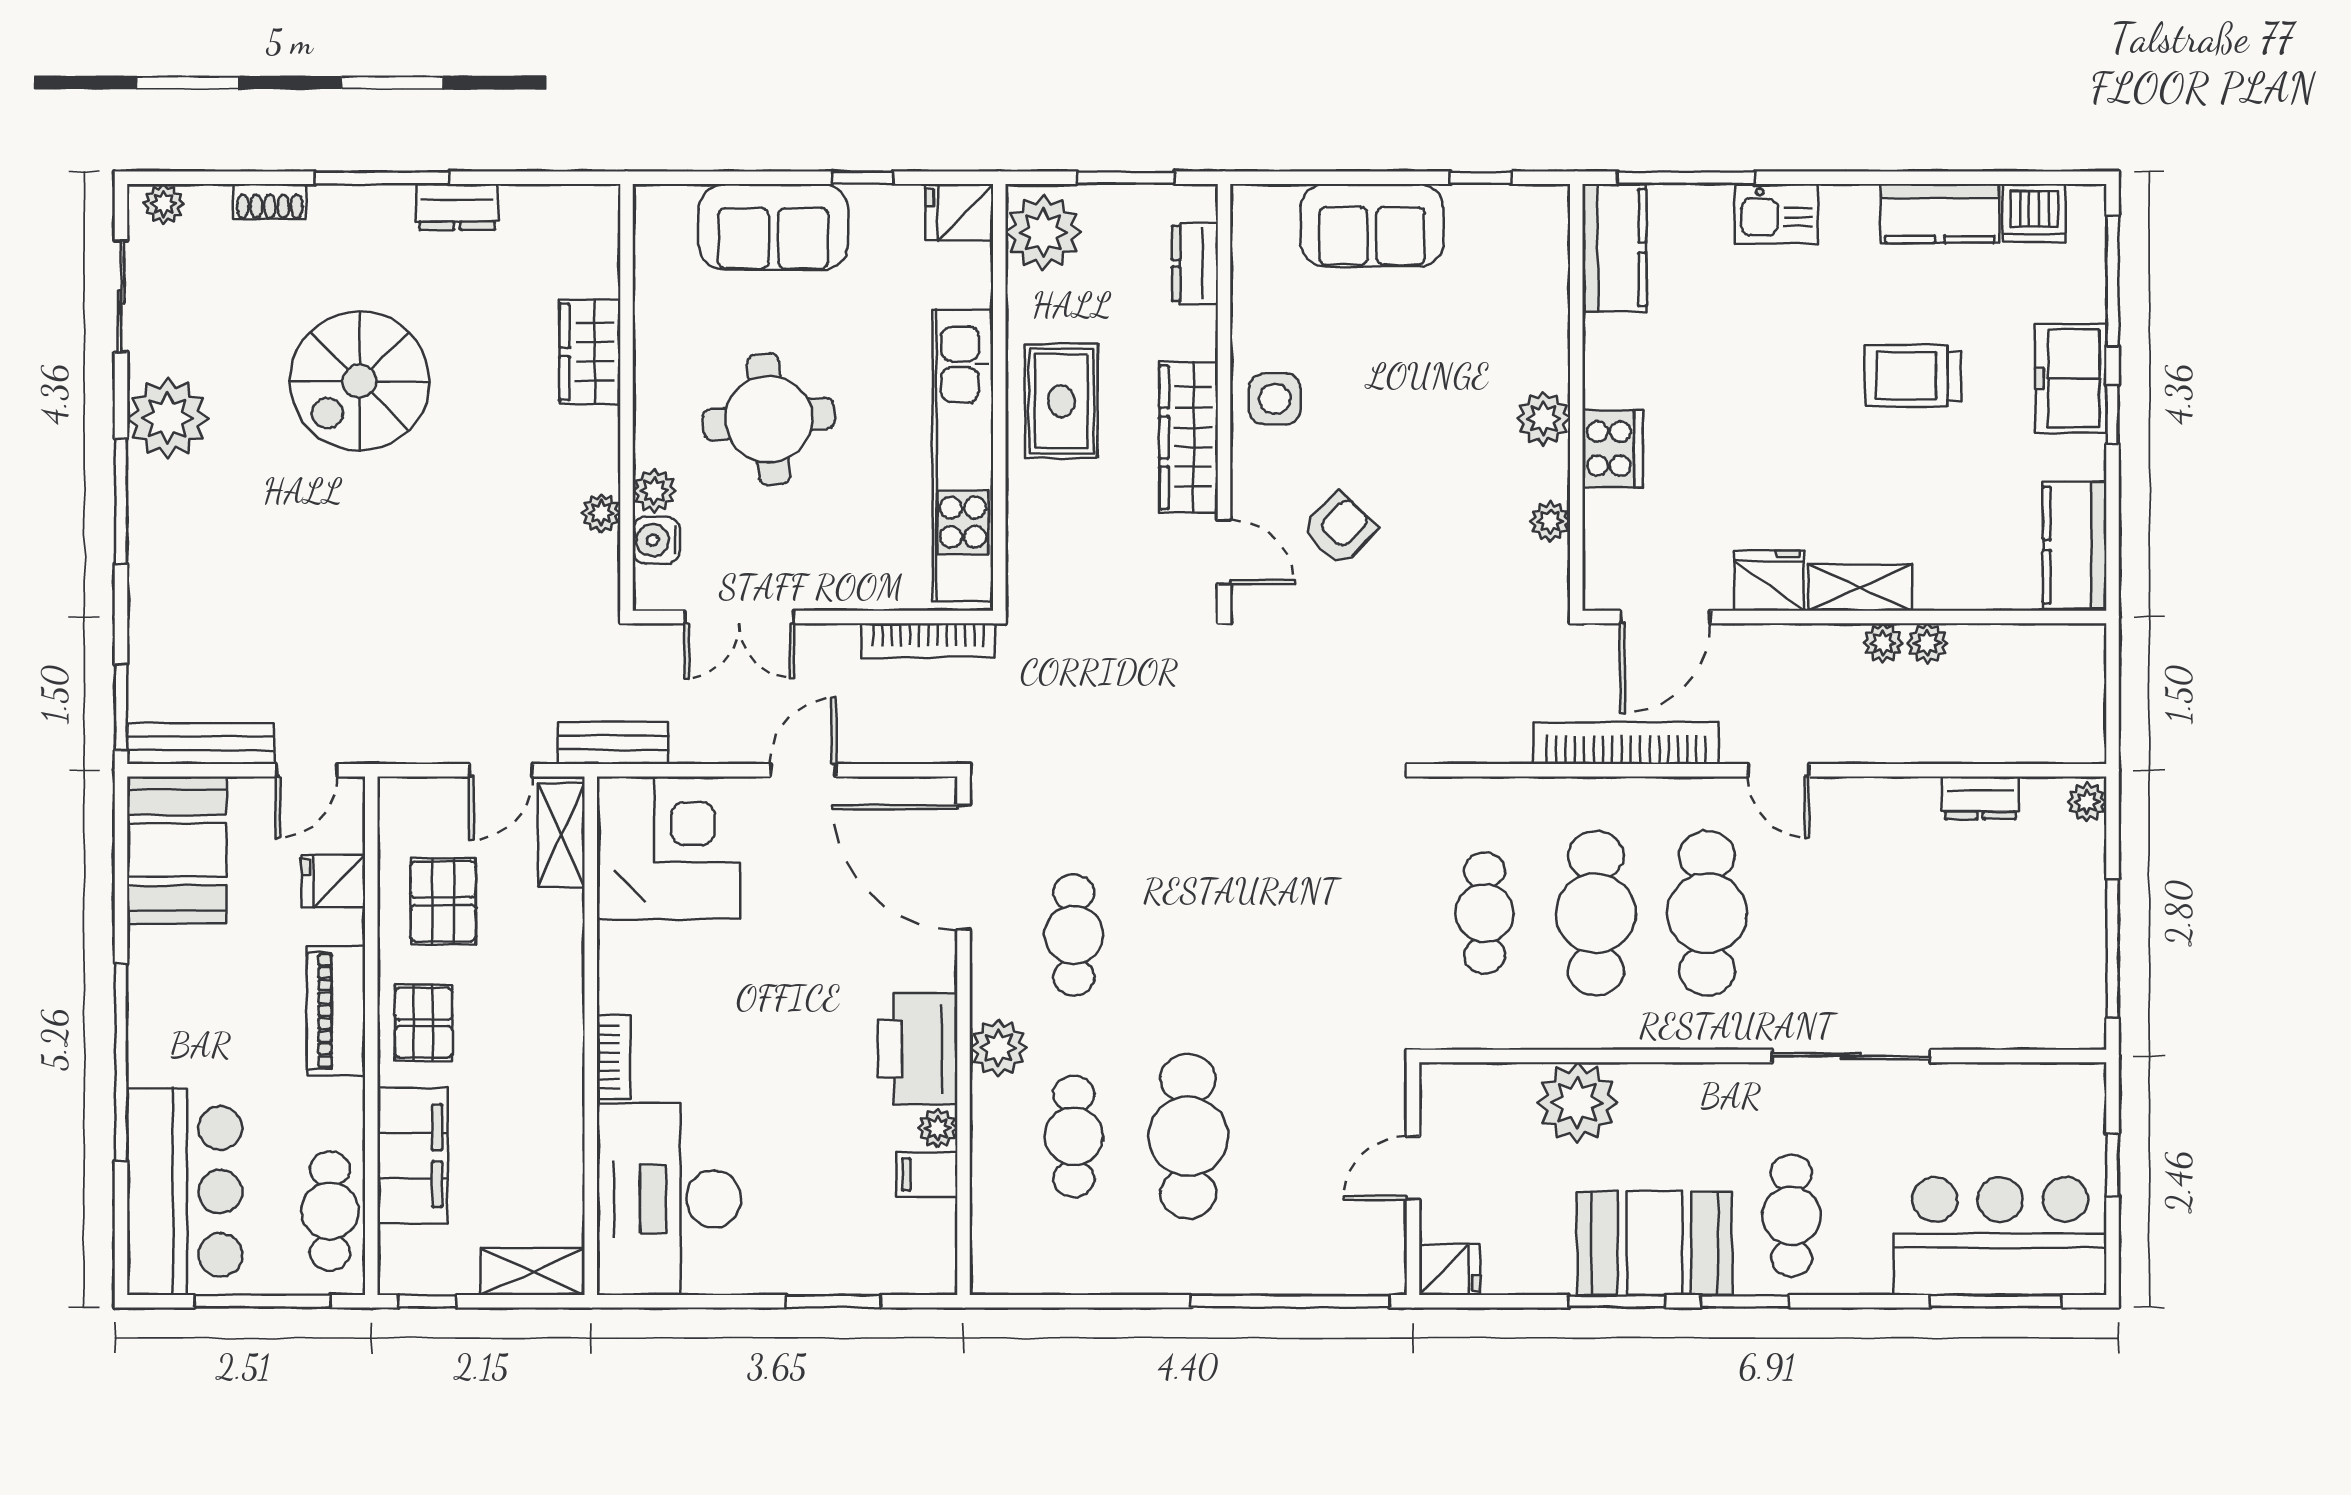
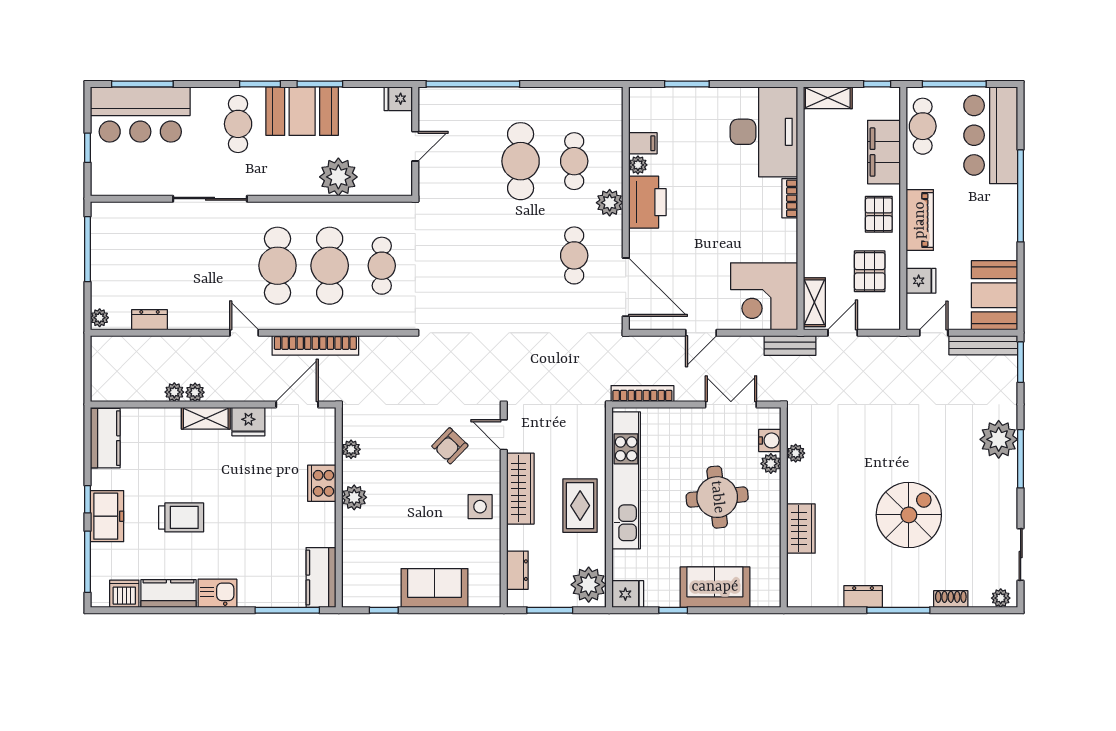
kitchen sink: (1776, 214) -> (217, 593), moved
plant: (168, 418) -> (999, 439), moved

